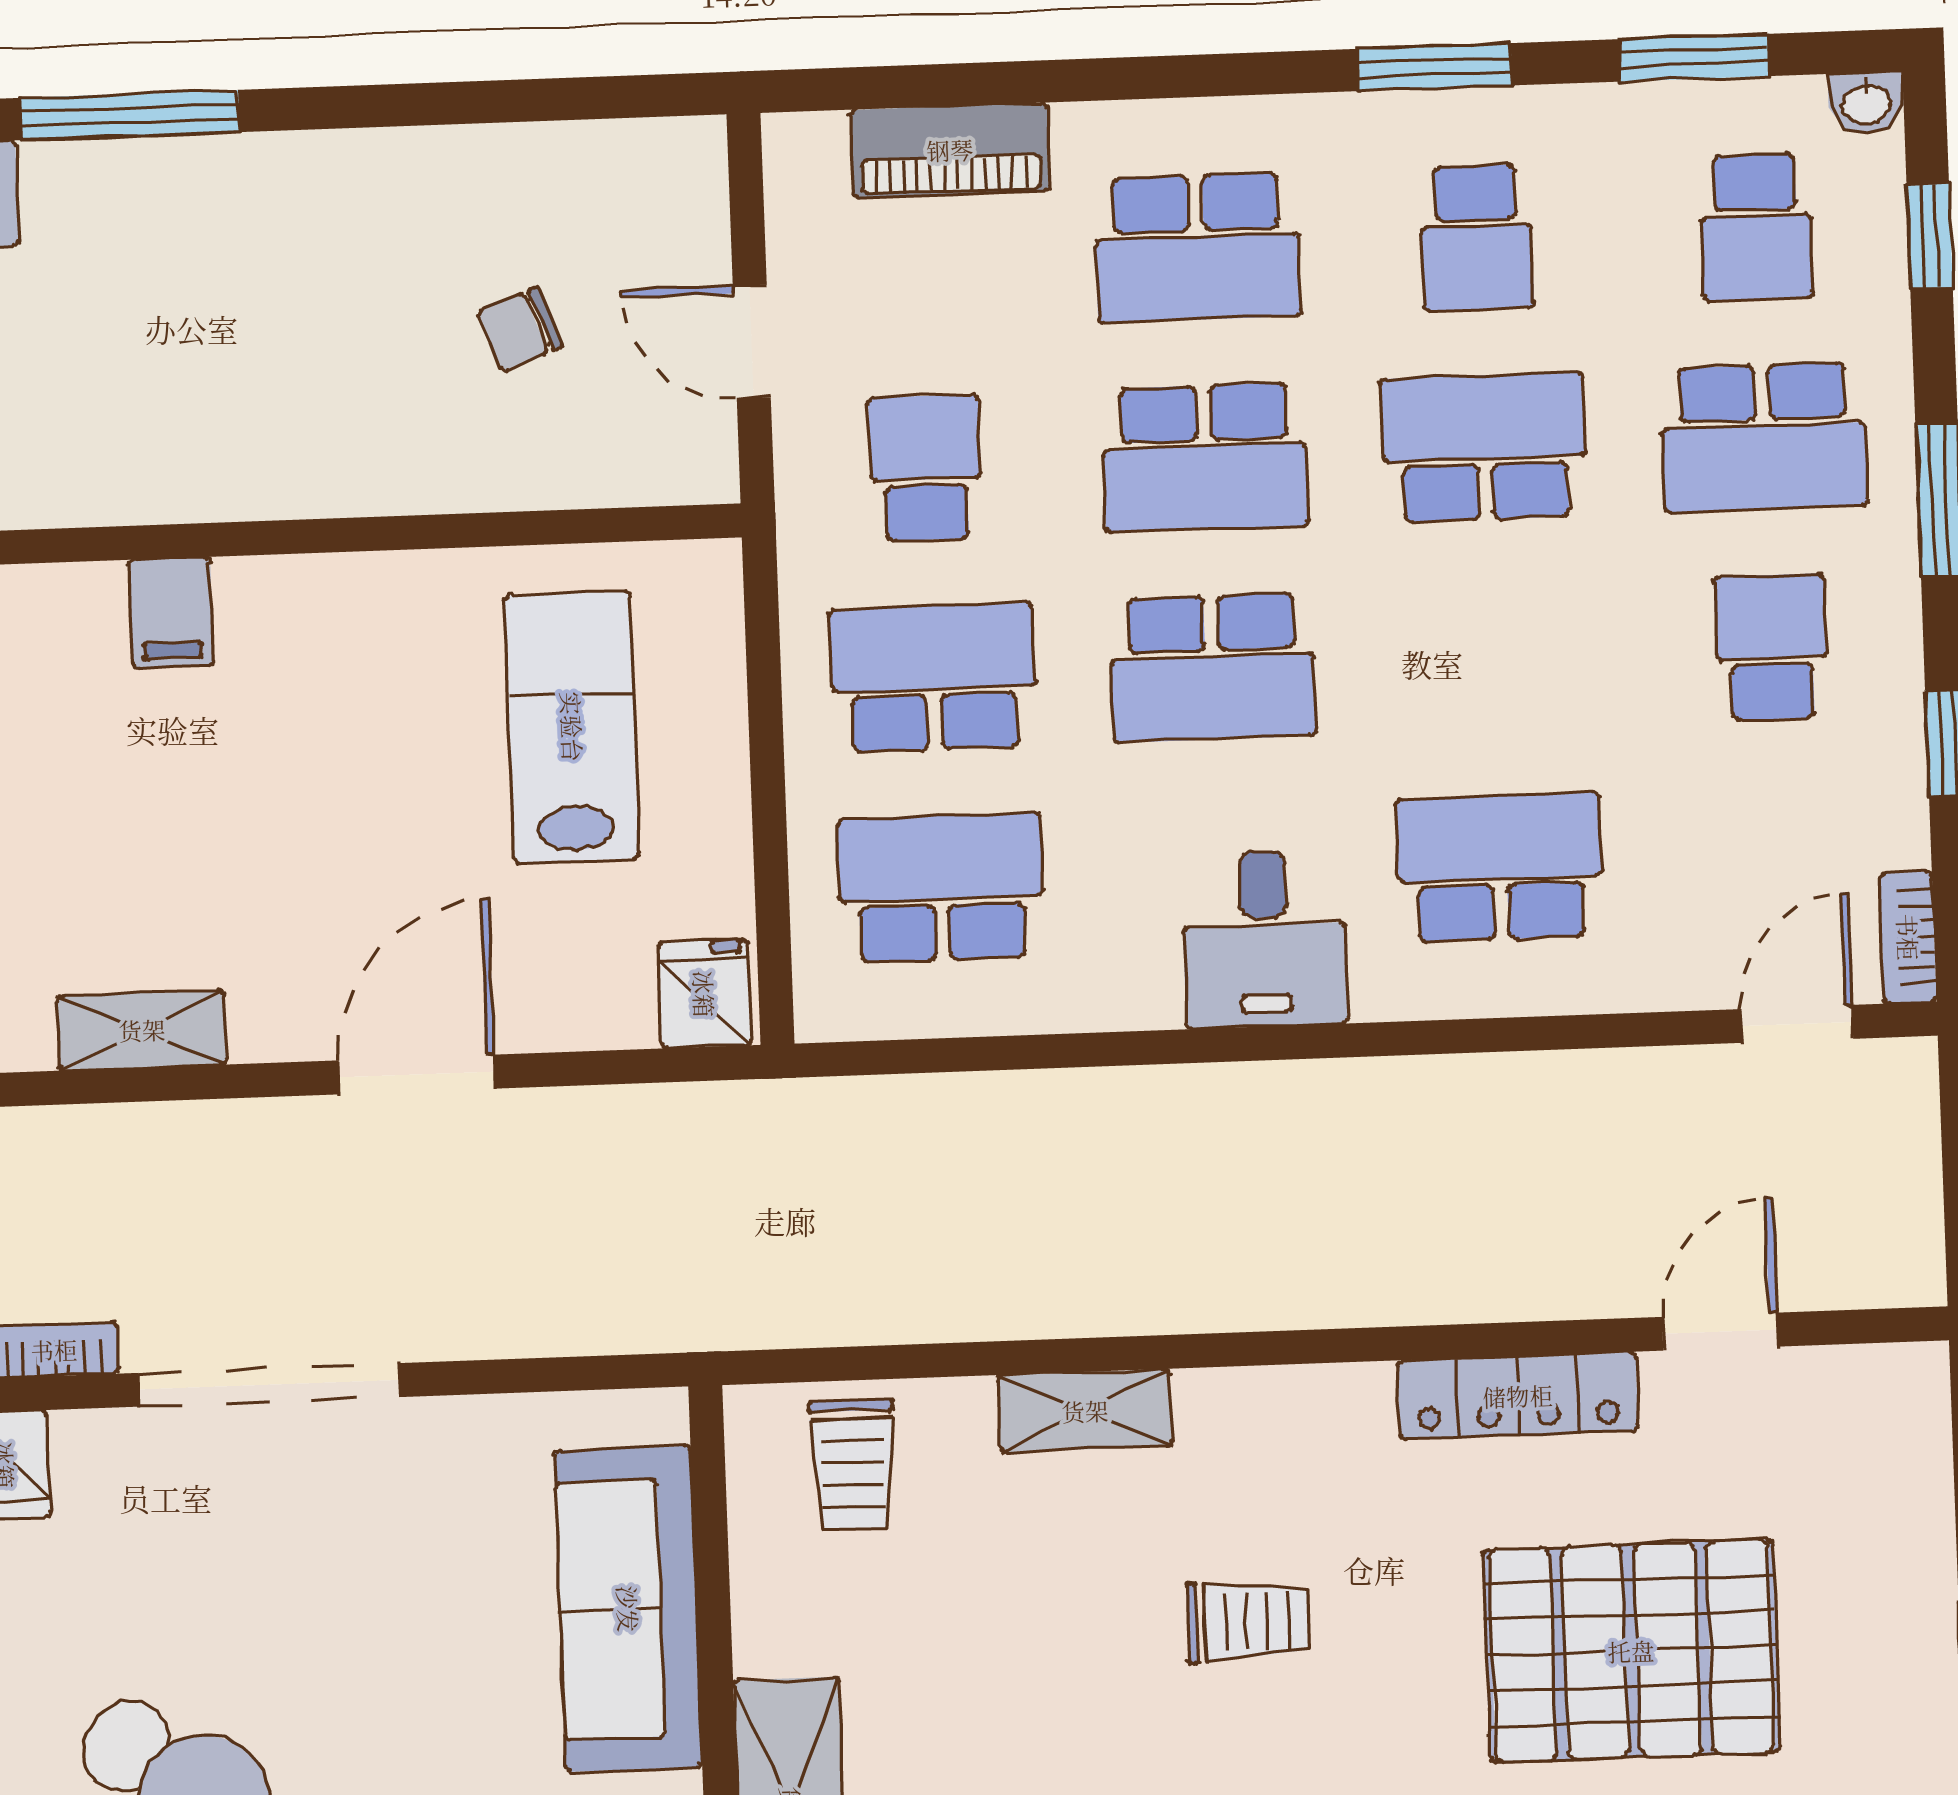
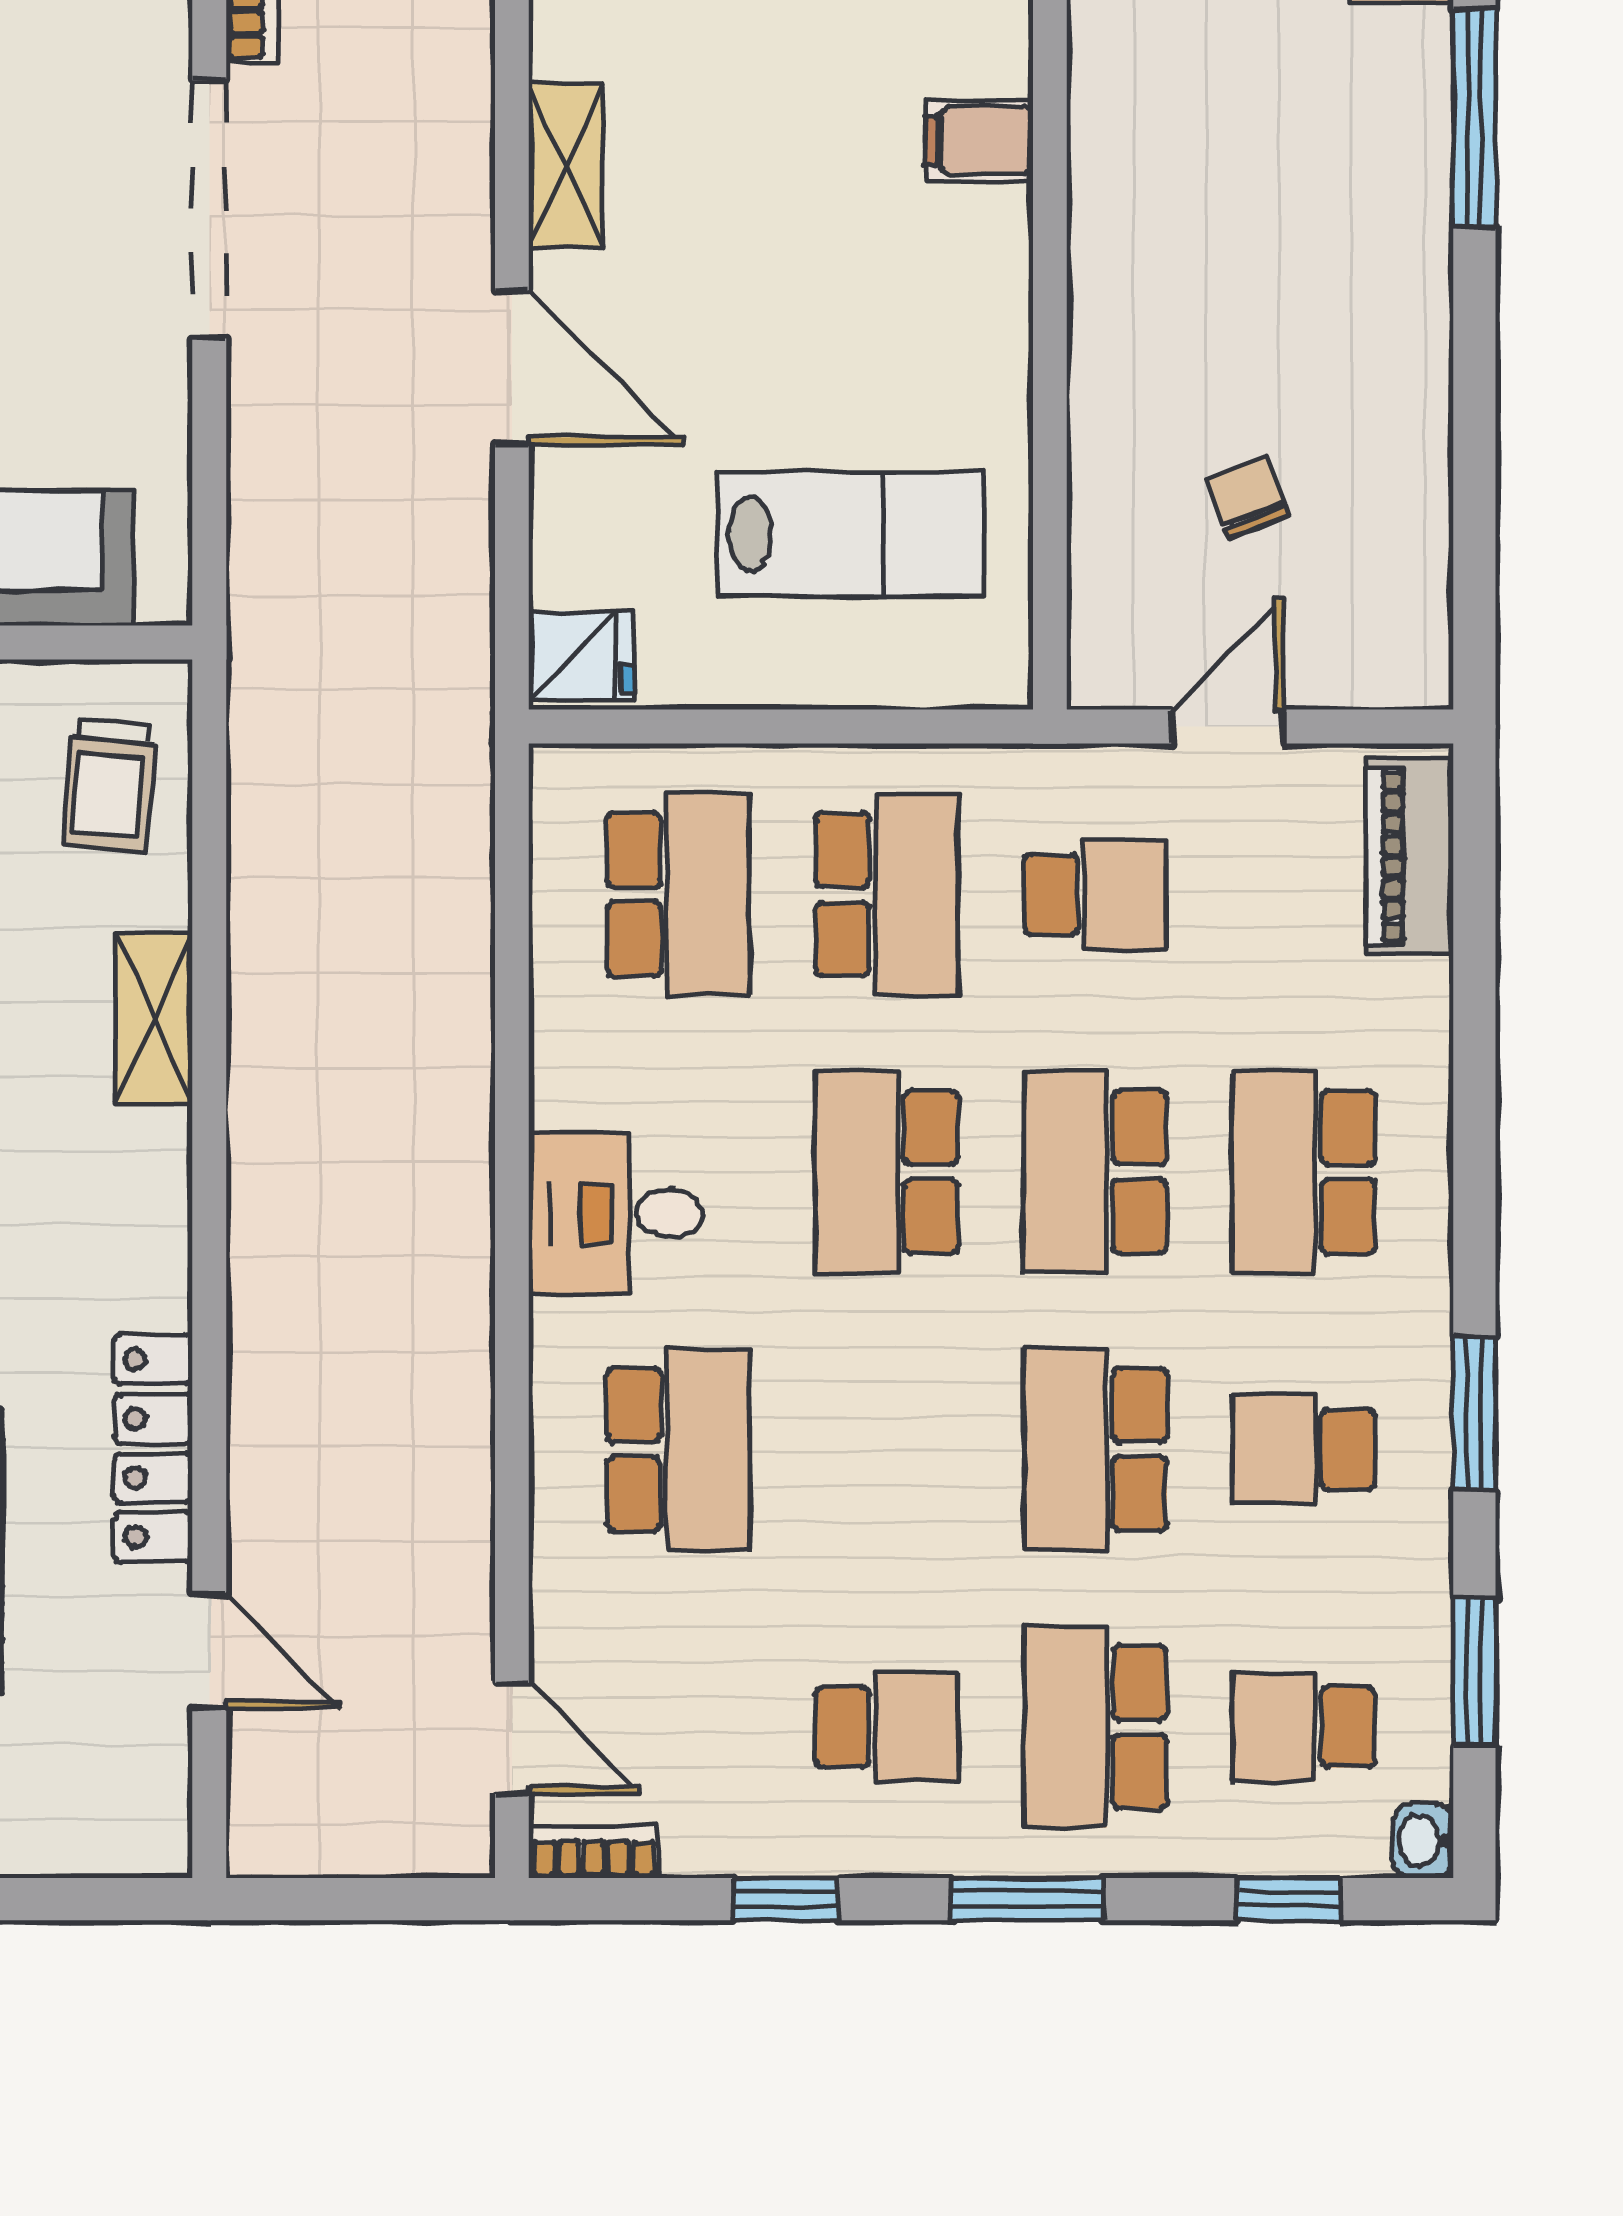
piano: (950, 150) -> (1410, 856), moved
school desk: (1484, 447) -> (1095, 1449), turned 180
shelving: (142, 1030) -> (566, 165), moved
trolley: (853, 1465) -> (109, 786), turned -85

